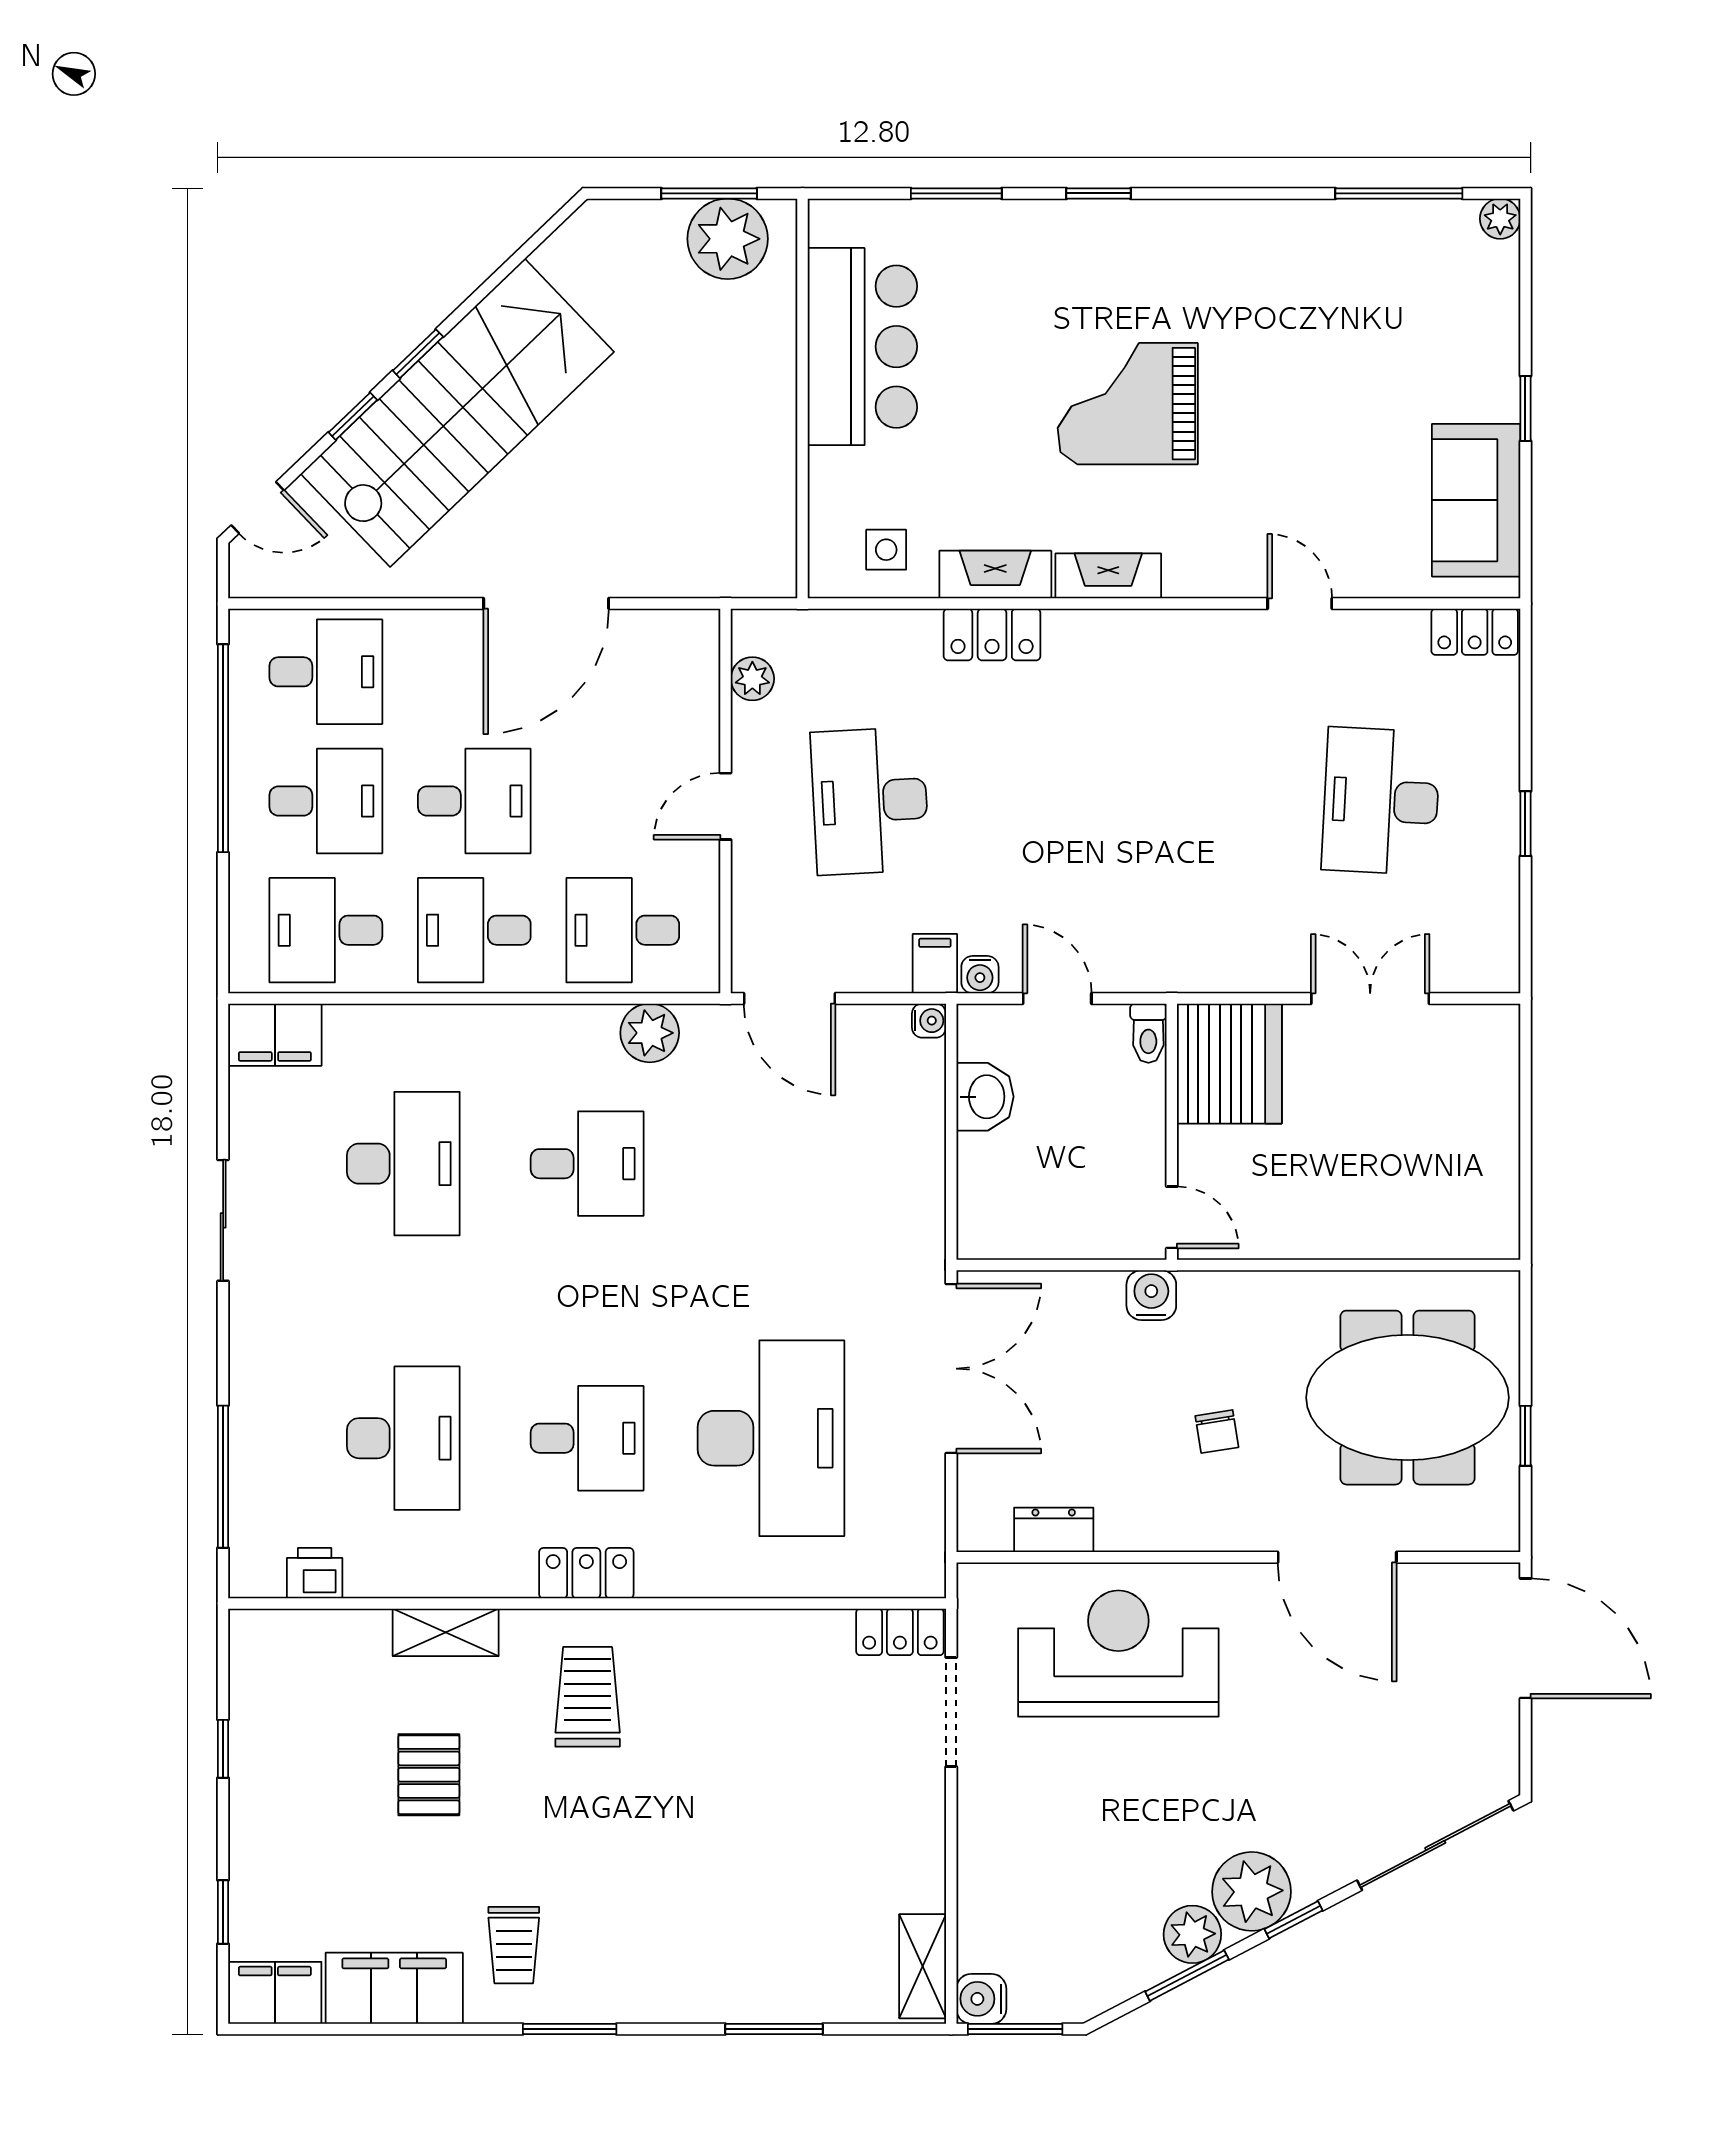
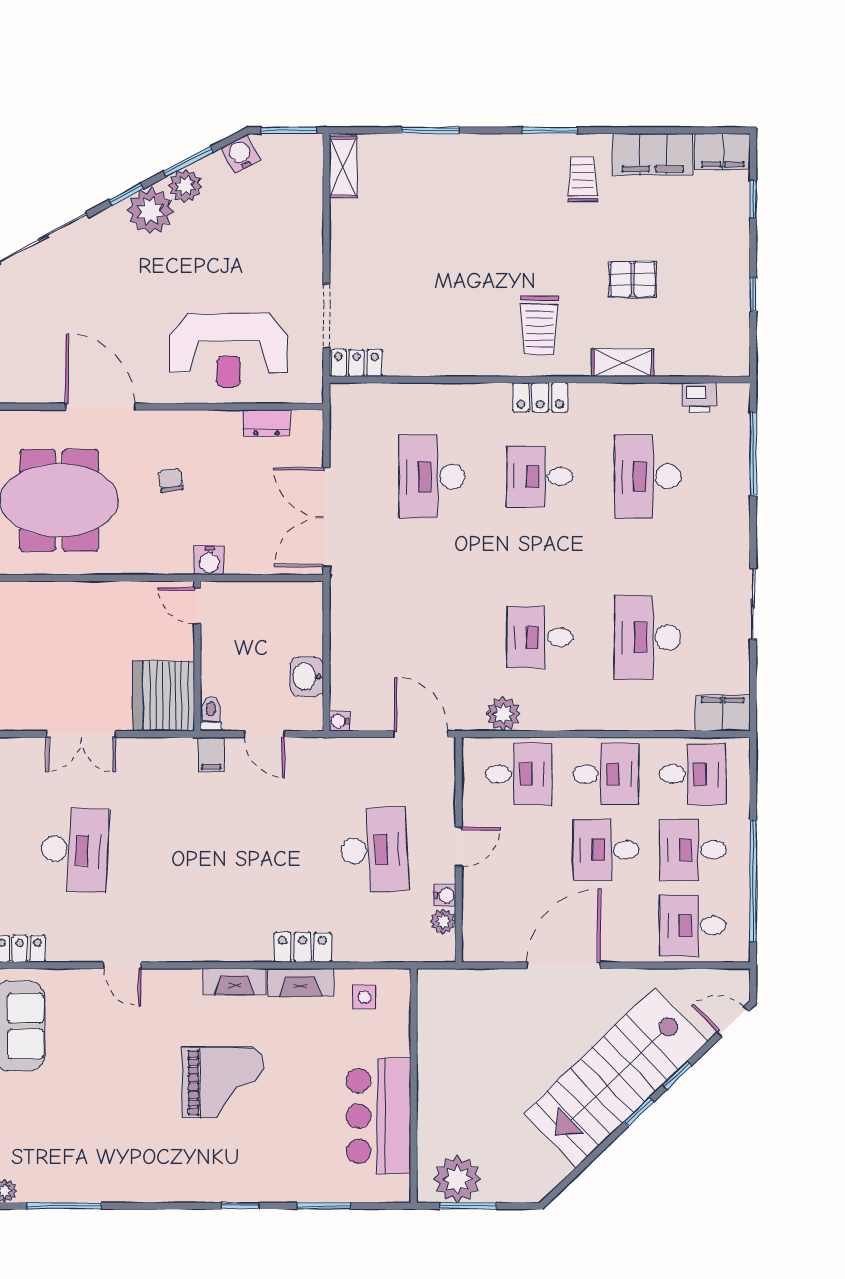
filing cabinet: (935, 964) -> (211, 755), moved
water cooler: (980, 975) -> (445, 895), moved, turned 90
desk: (771, 1438) -> (432, 476), width x0.73, depth x0.77
pallet: (429, 1775) -> (632, 279), turned 90
water cooler: (981, 1999) -> (241, 154), moved, turned -118

